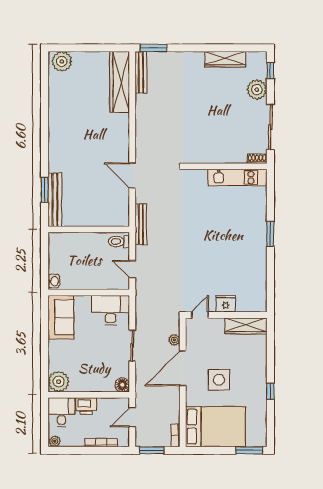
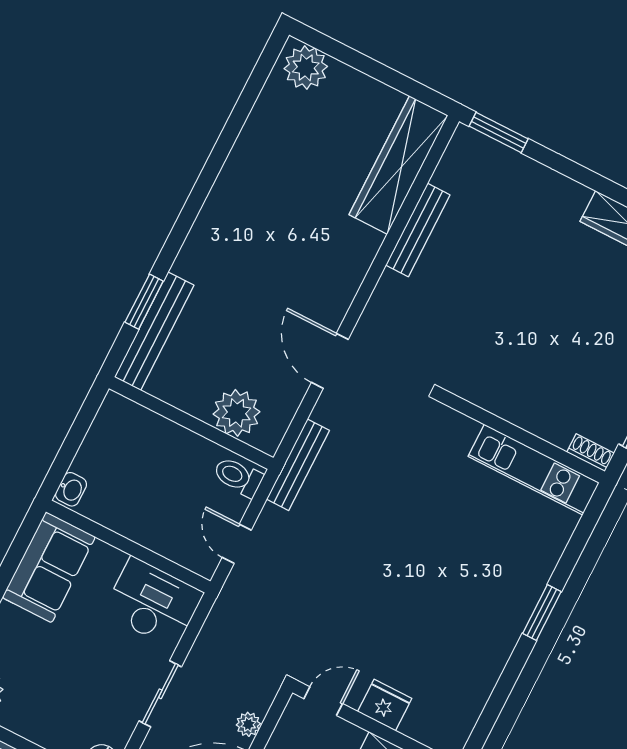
bench: (141, 72) -> (418, 230), moved
plant: (105, 216) -> (237, 413), added

